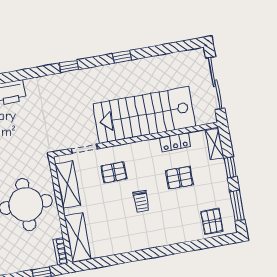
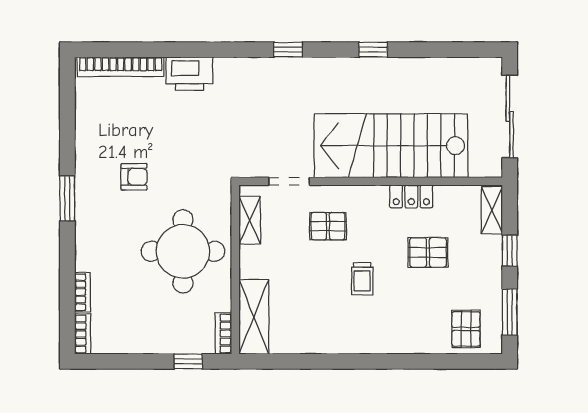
locker: (175, 142) -> (411, 196), moved
shelving: (68, 185) -> (250, 220), width x0.67, depth x0.75

